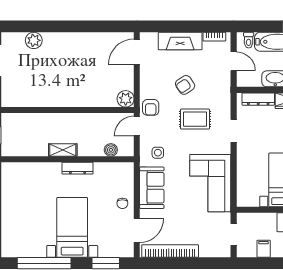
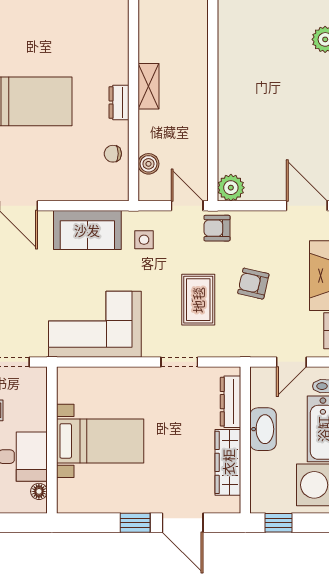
armchair: (185, 85) -> (253, 284), turned -43
dresser: (78, 168) -> (119, 102), width x0.70
chair: (122, 203) -> (113, 154), moved

